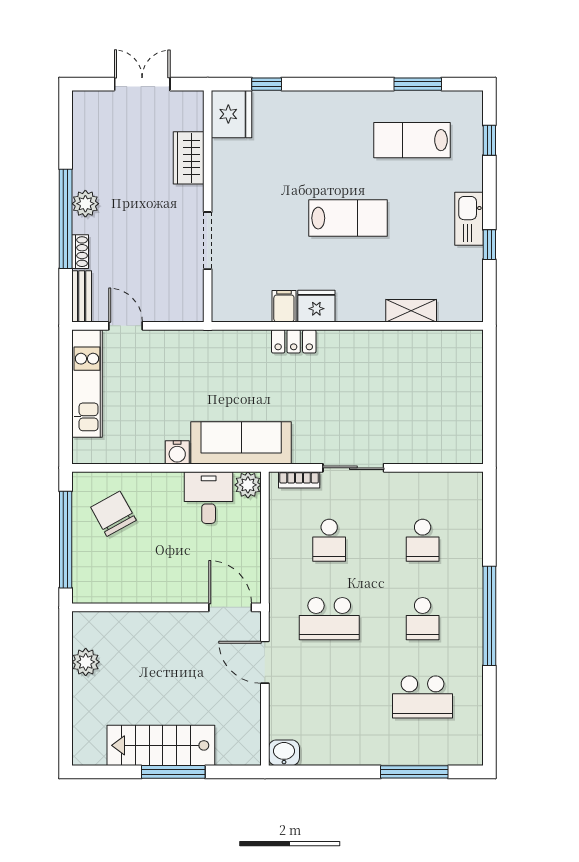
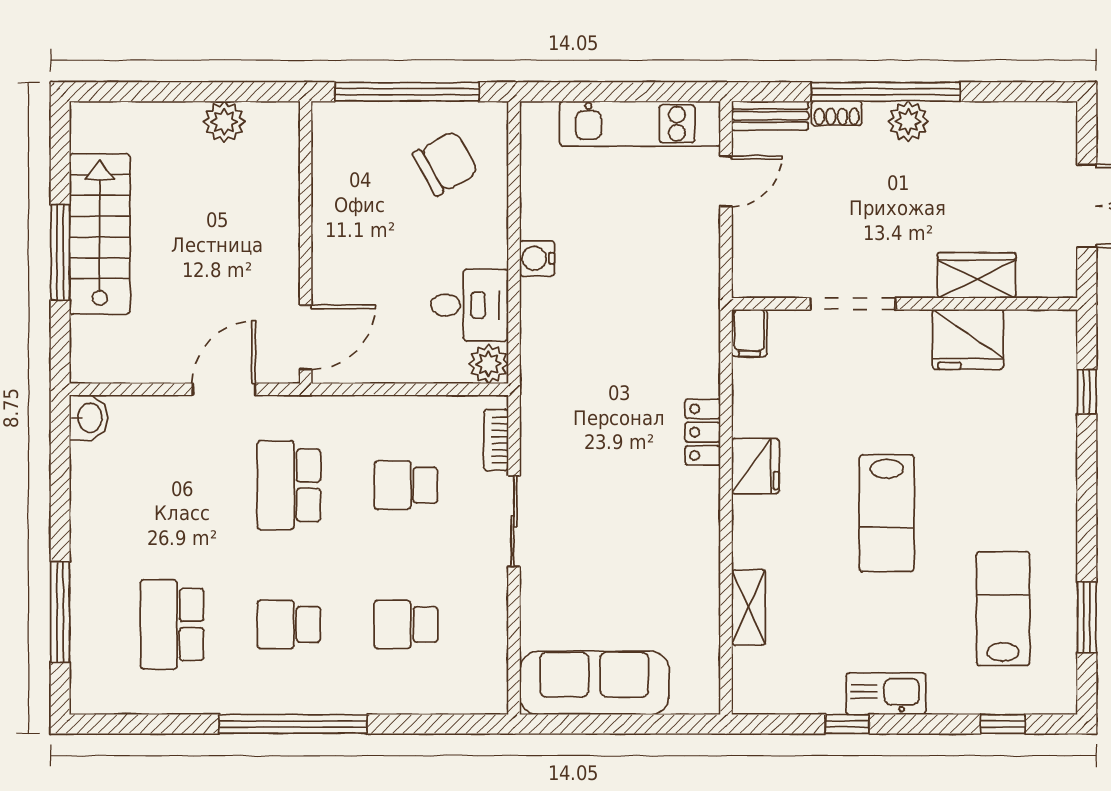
fridge: (231, 114) -> (968, 339), moved
filing cabinet: (284, 306) -> (749, 333), moved, turned 90
sofa: (241, 443) -> (594, 683), moved, turned -90

